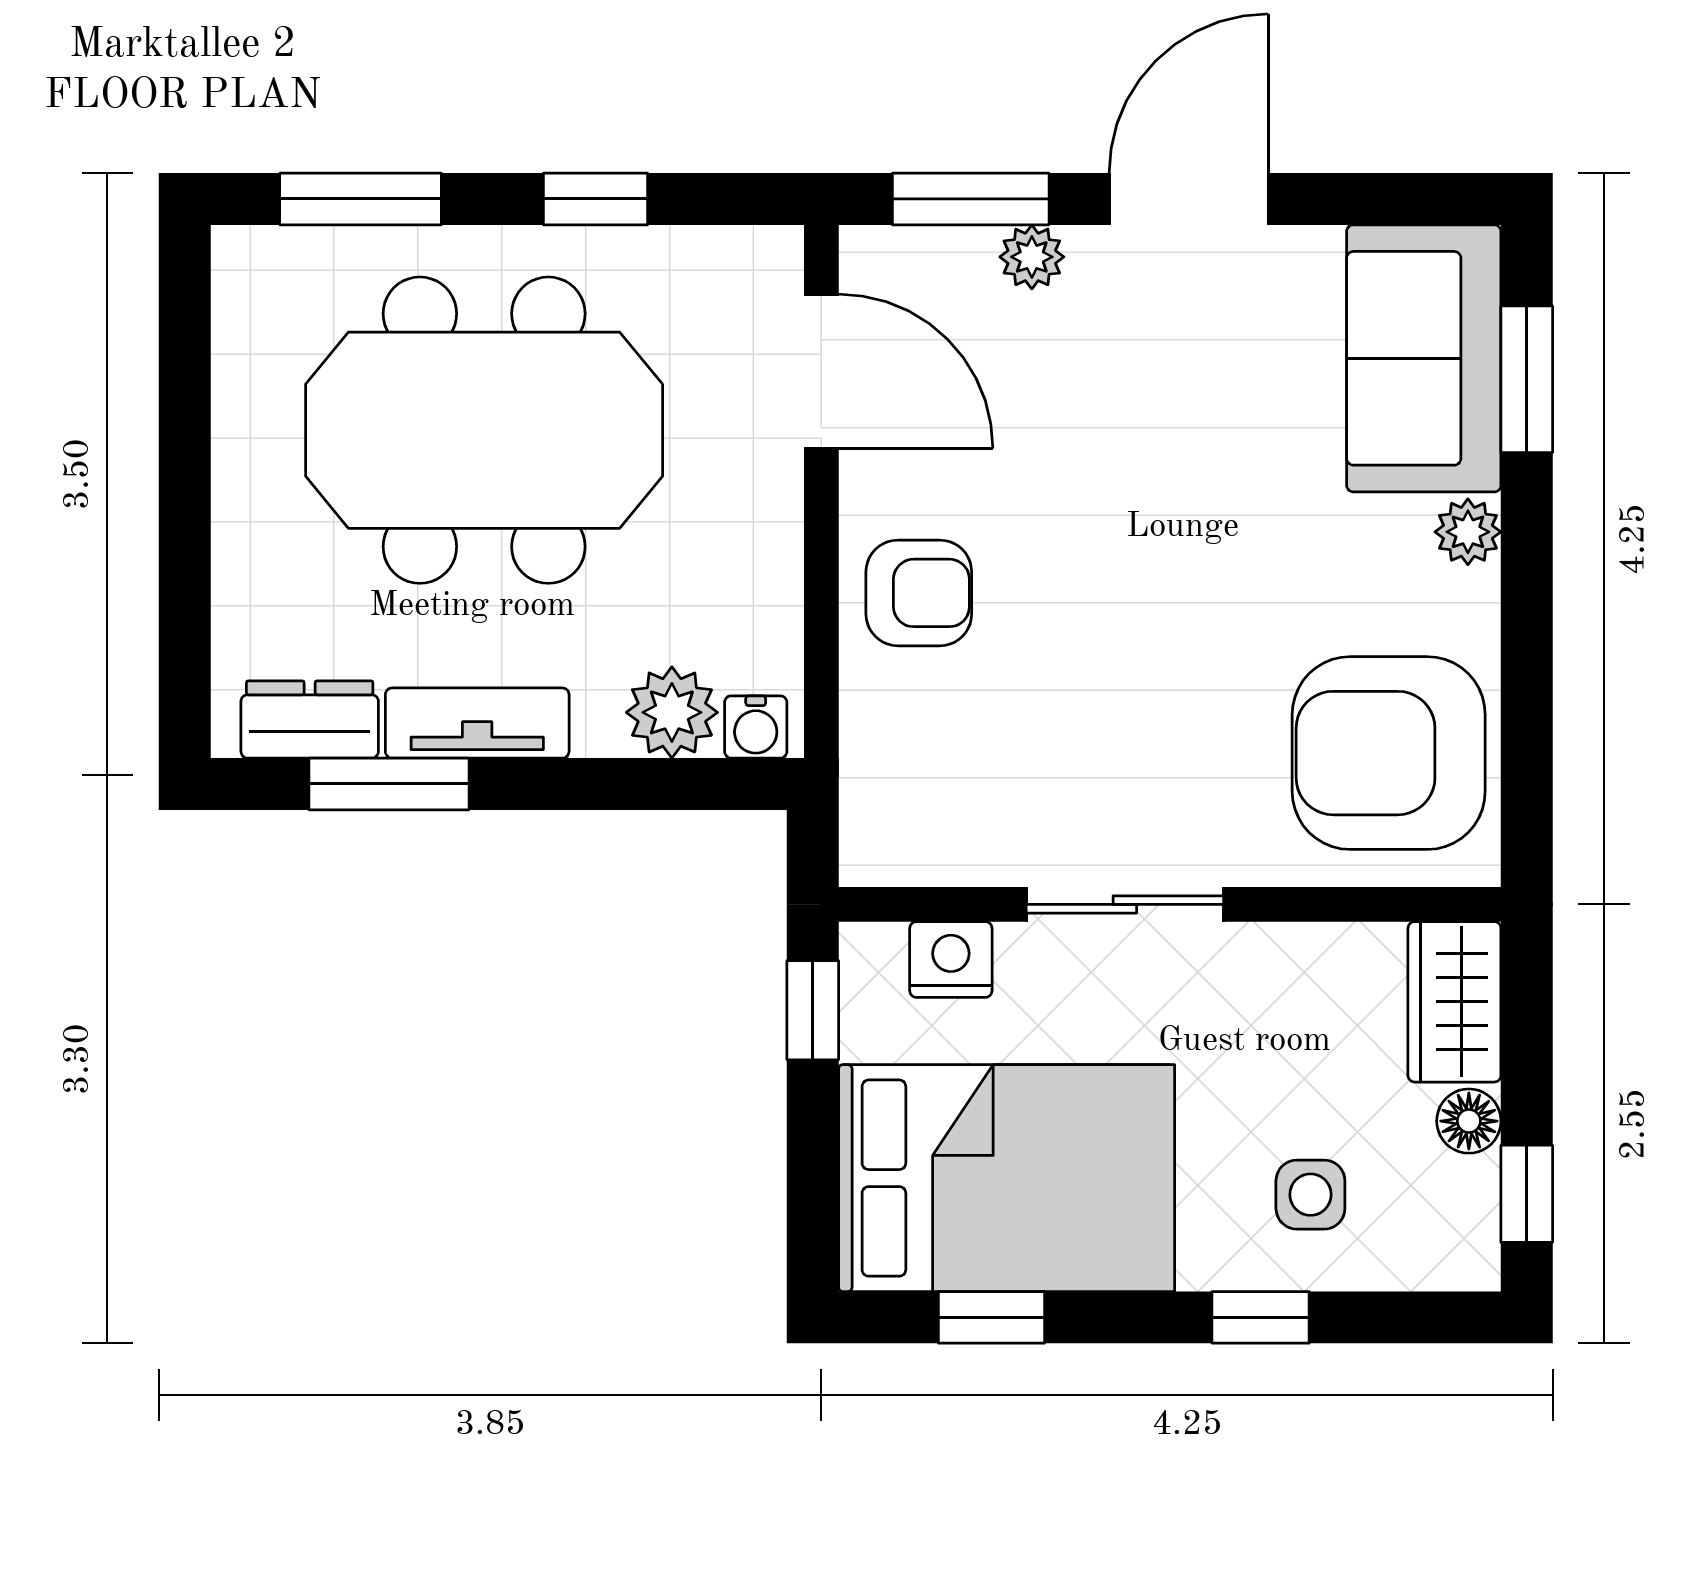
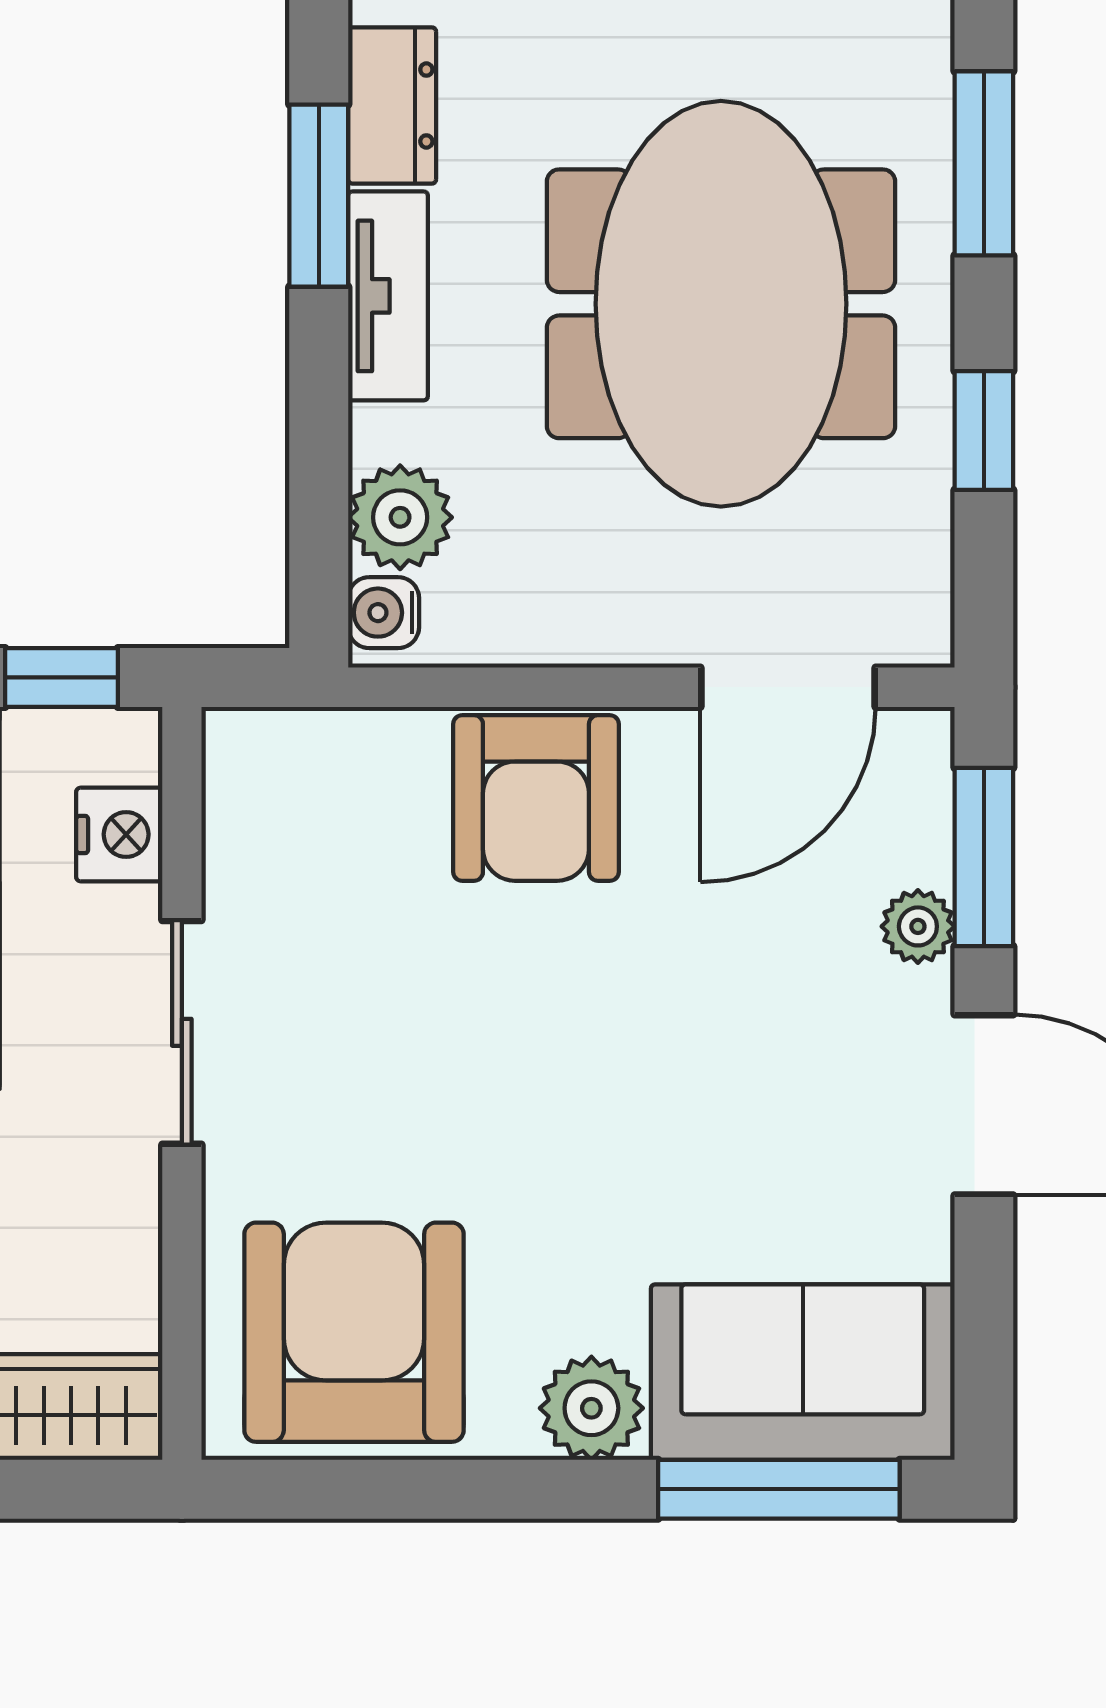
window: (1527, 379) -> (779, 1489), width x1.44
plant: (1468, 532) -> (591, 1408), width x1.38, depth x1.38
armchair: (919, 593) -> (536, 798), width x1.38, depth x1.38

